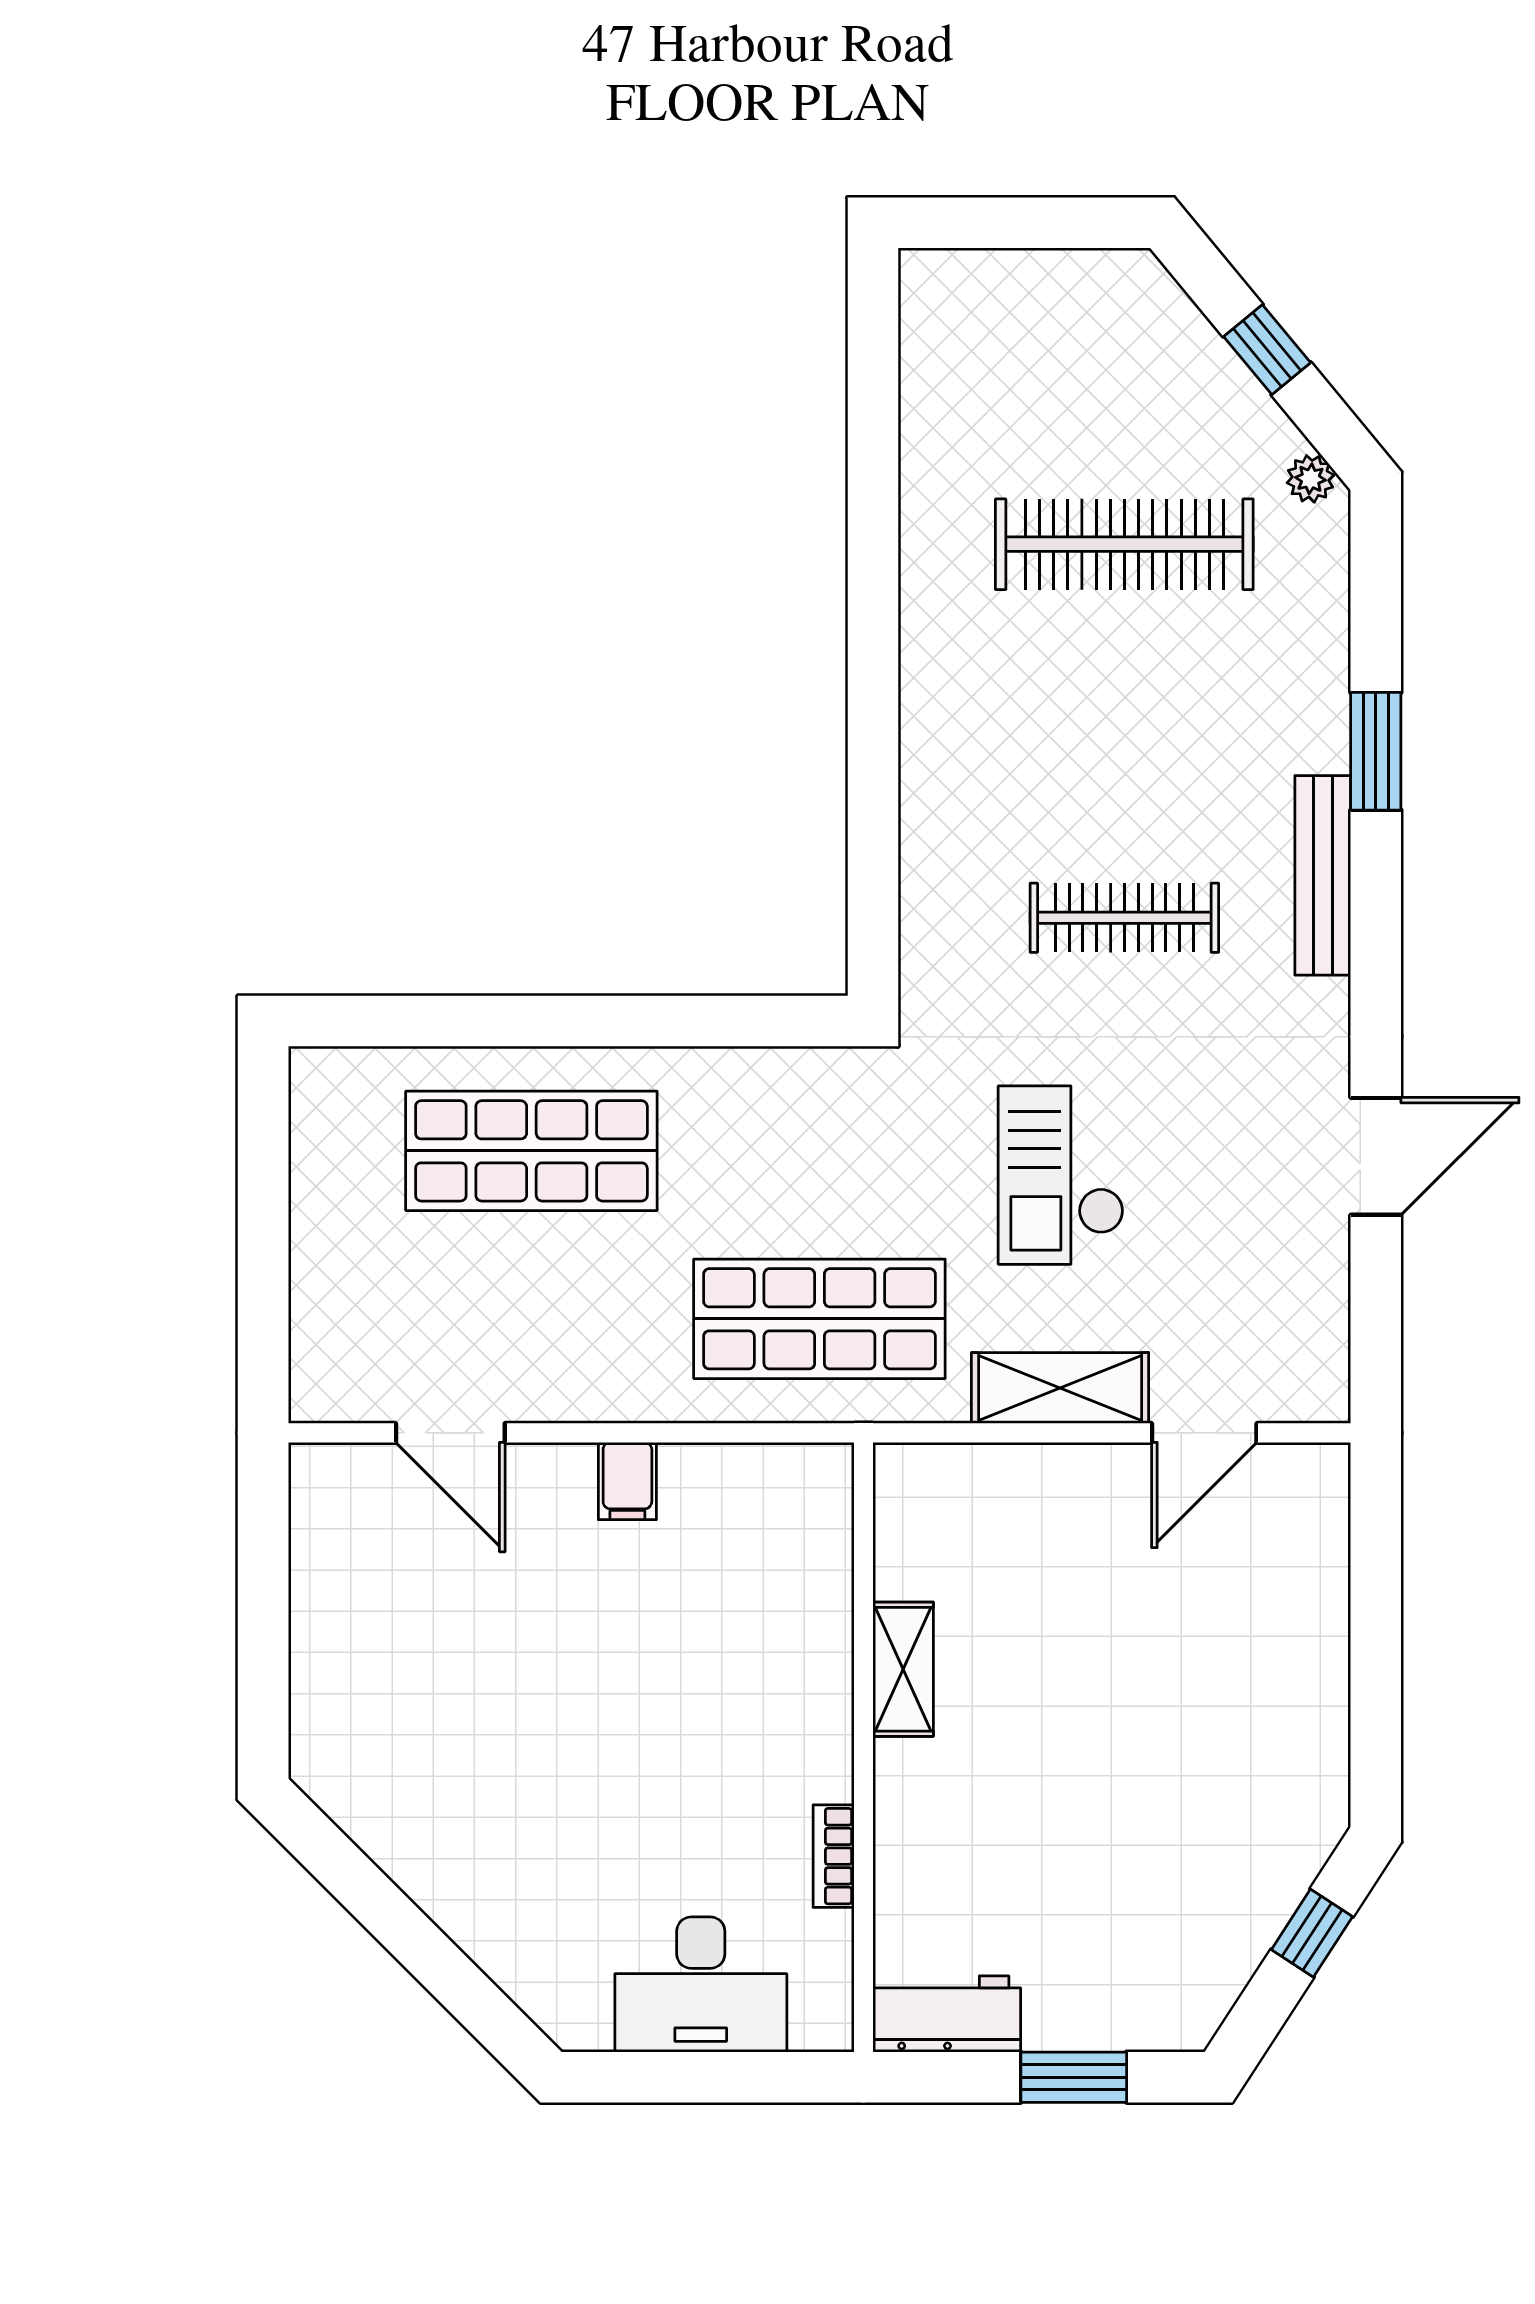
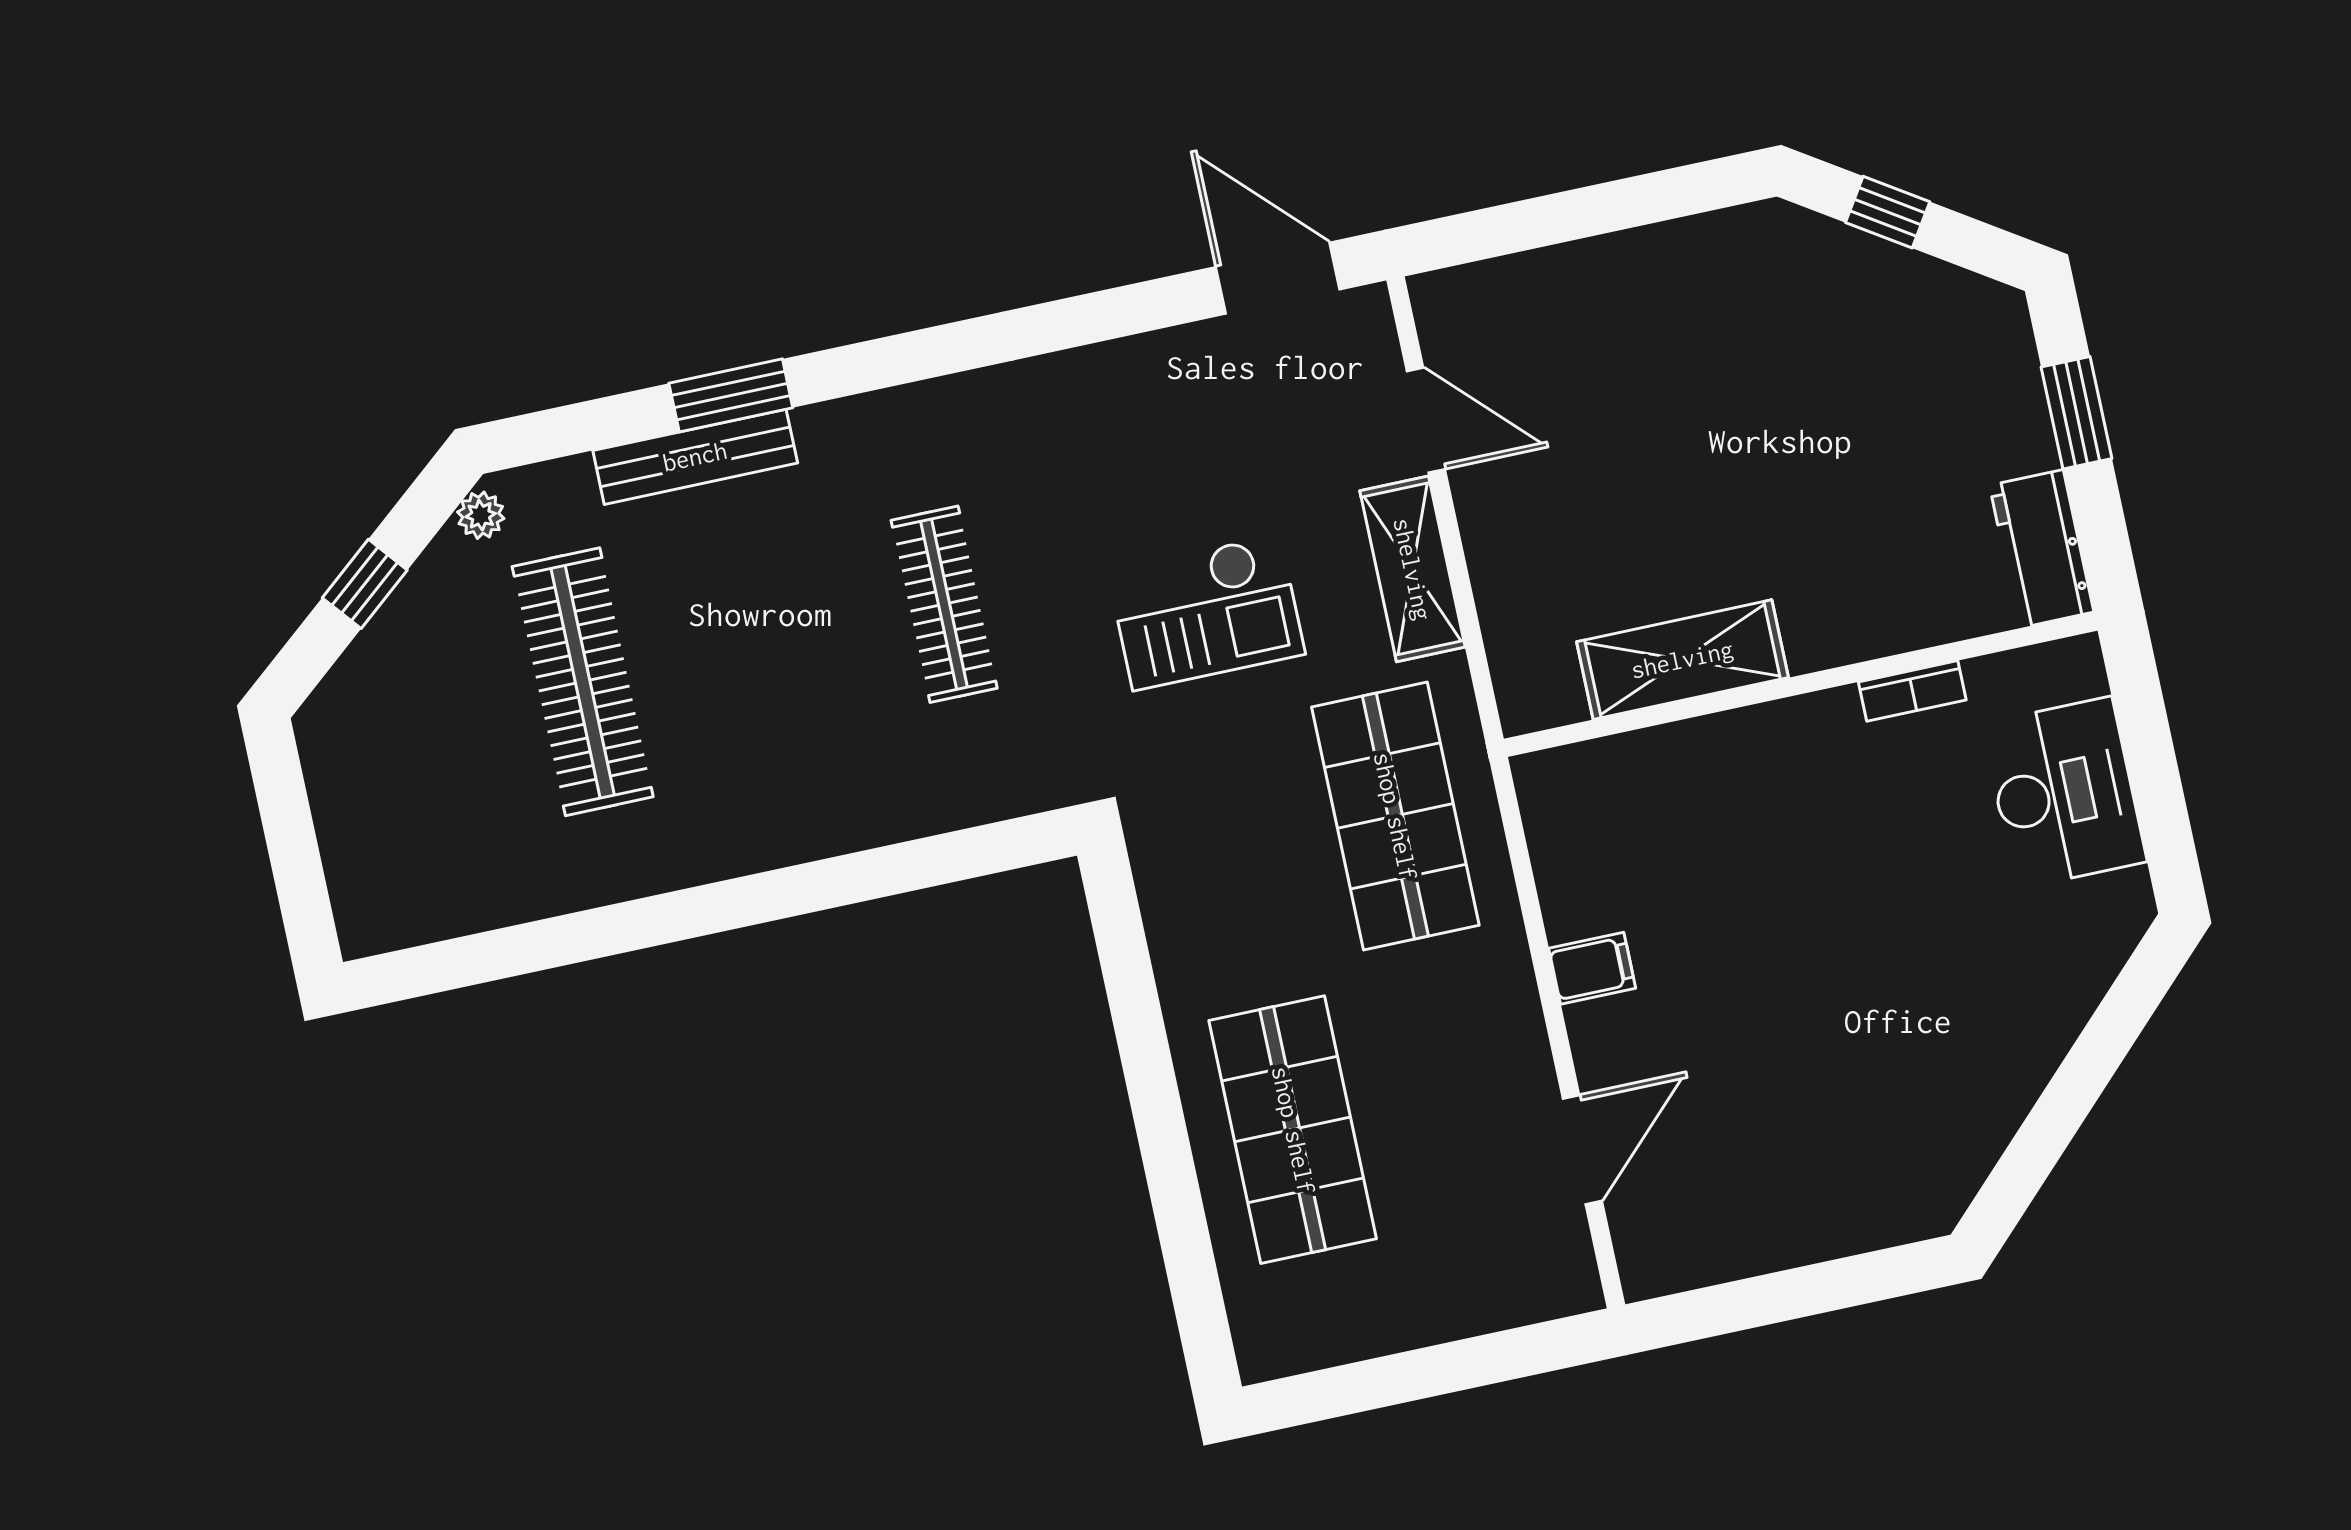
bench: (1323, 875) -> (695, 457), moved
door: (1376, 1156) -> (1278, 278), moved
shelving: (903, 1669) -> (1682, 660), width x1.50, depth x1.33

